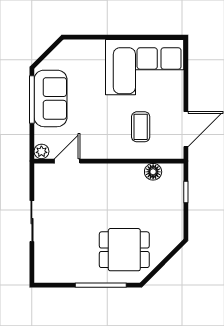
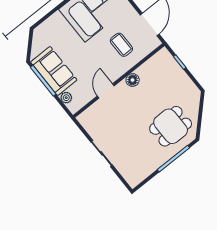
plant: (41, 151) -> (66, 98), moved
door: (67, 161) -> (106, 91), moved
floor lamp: (153, 172) -> (133, 80), moved

